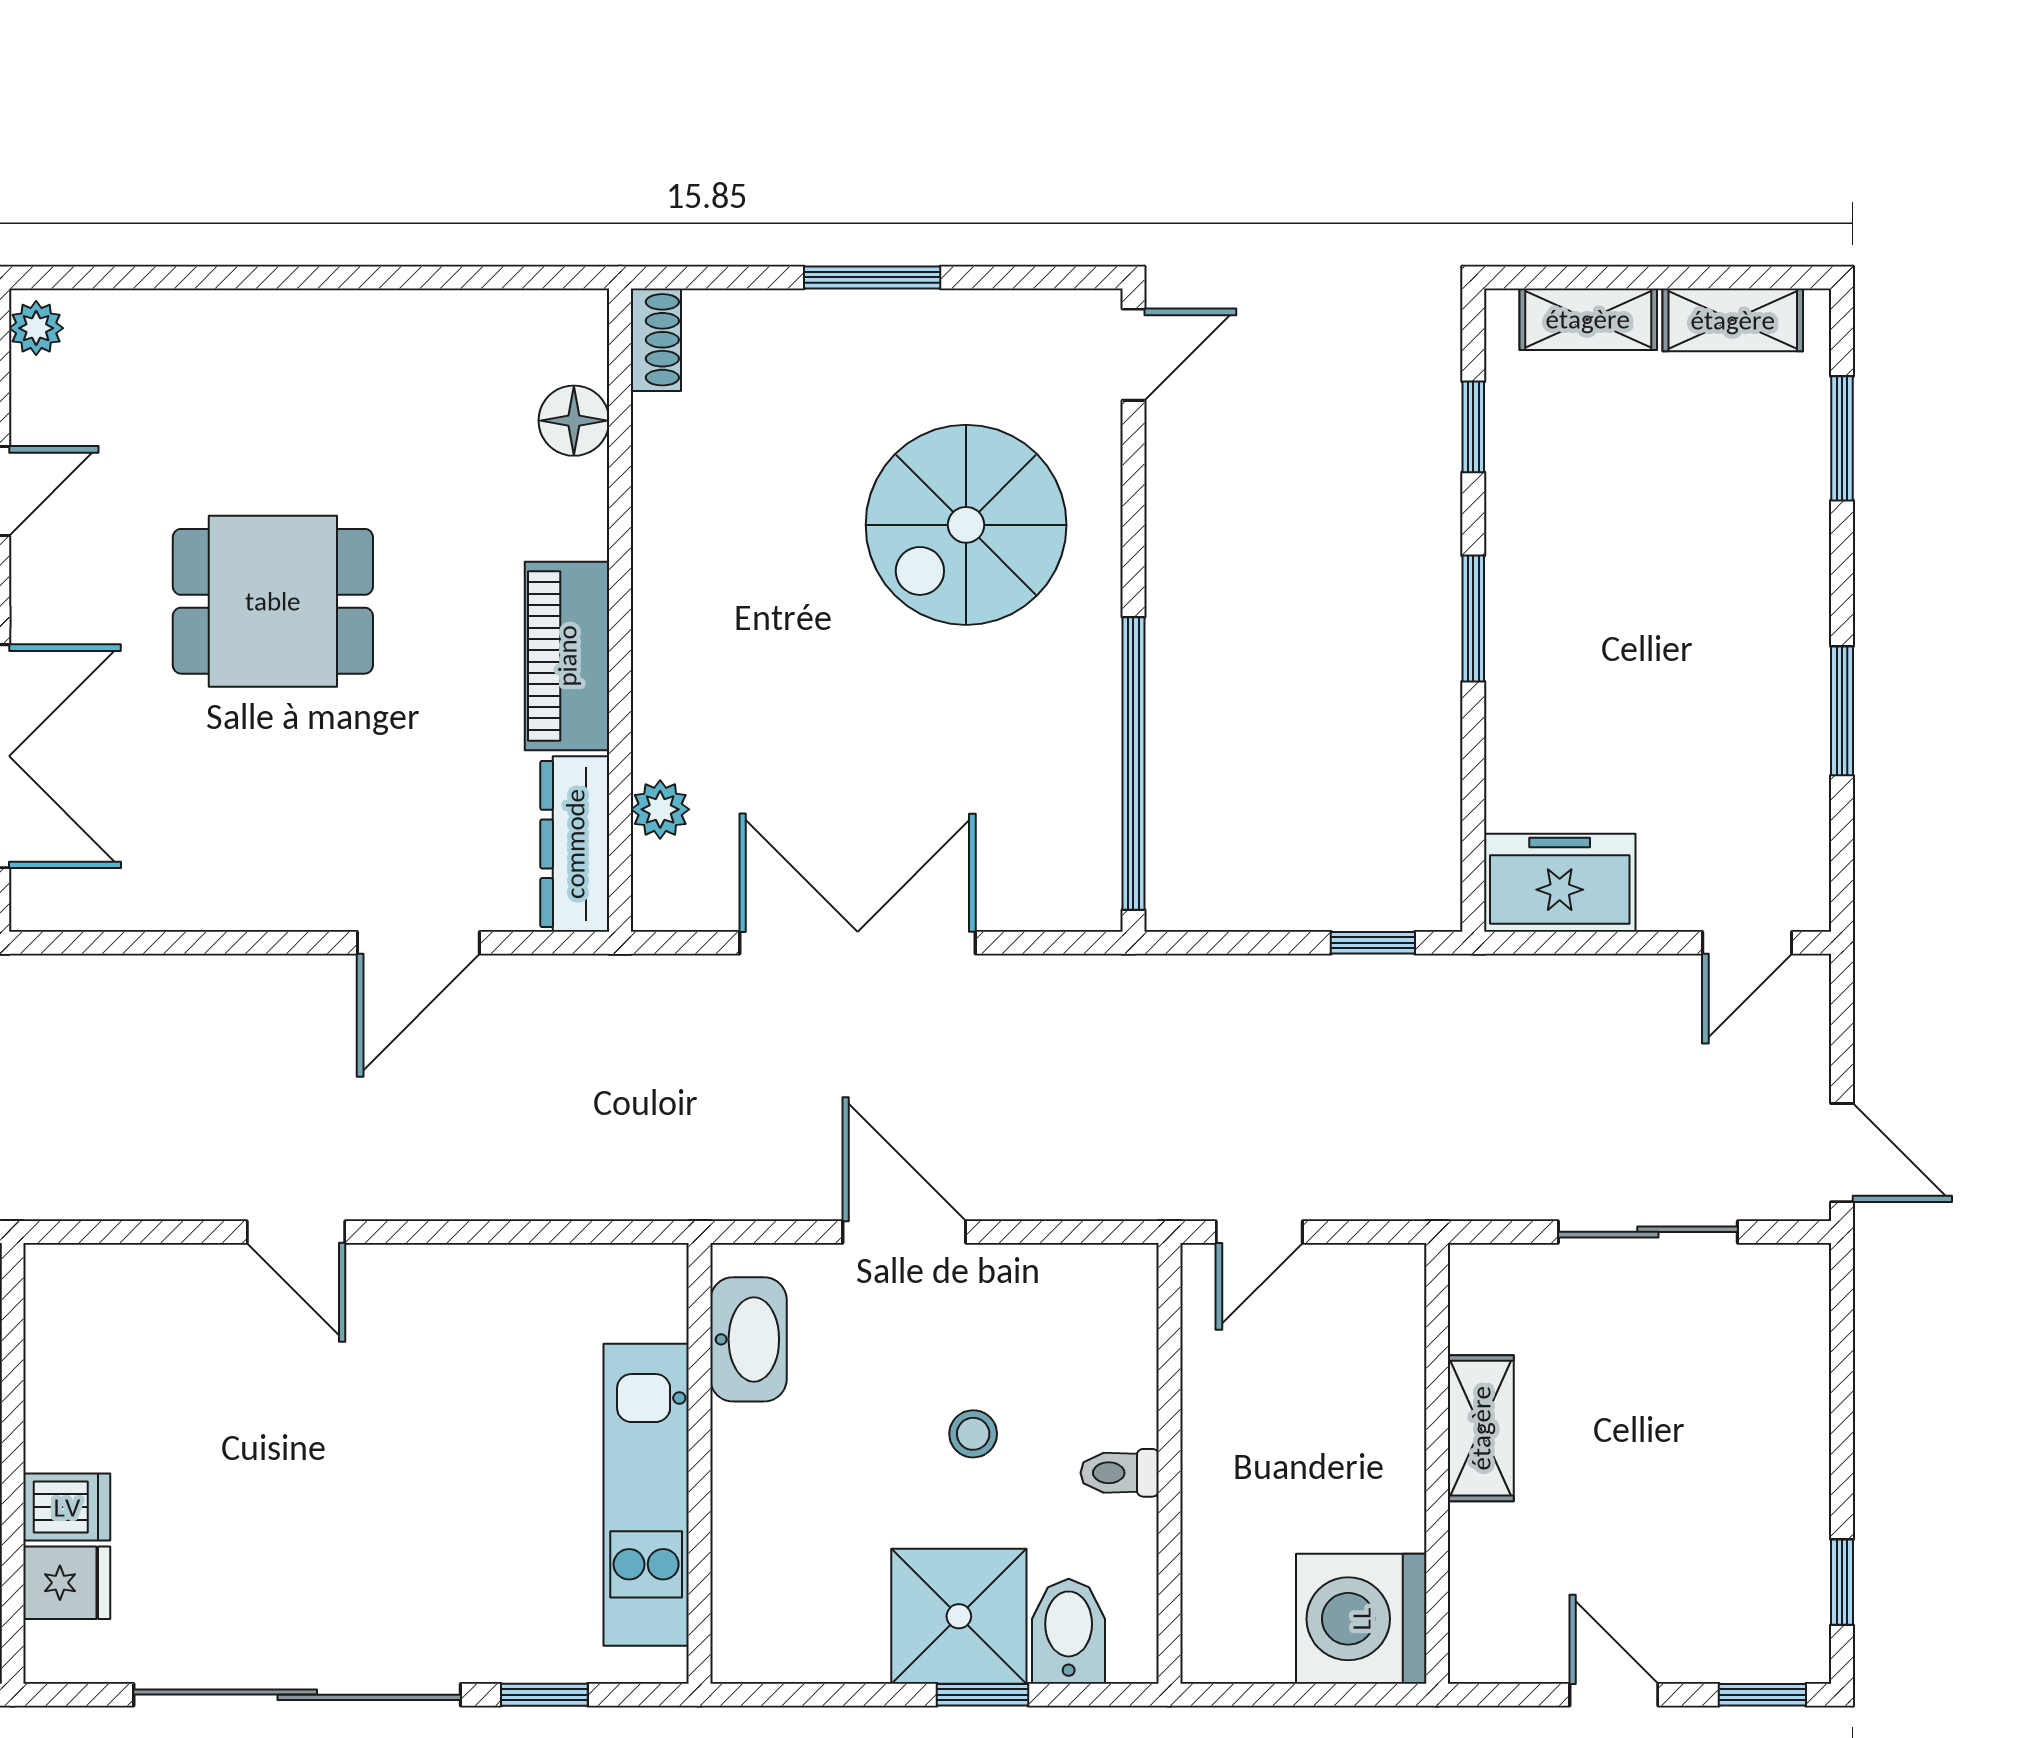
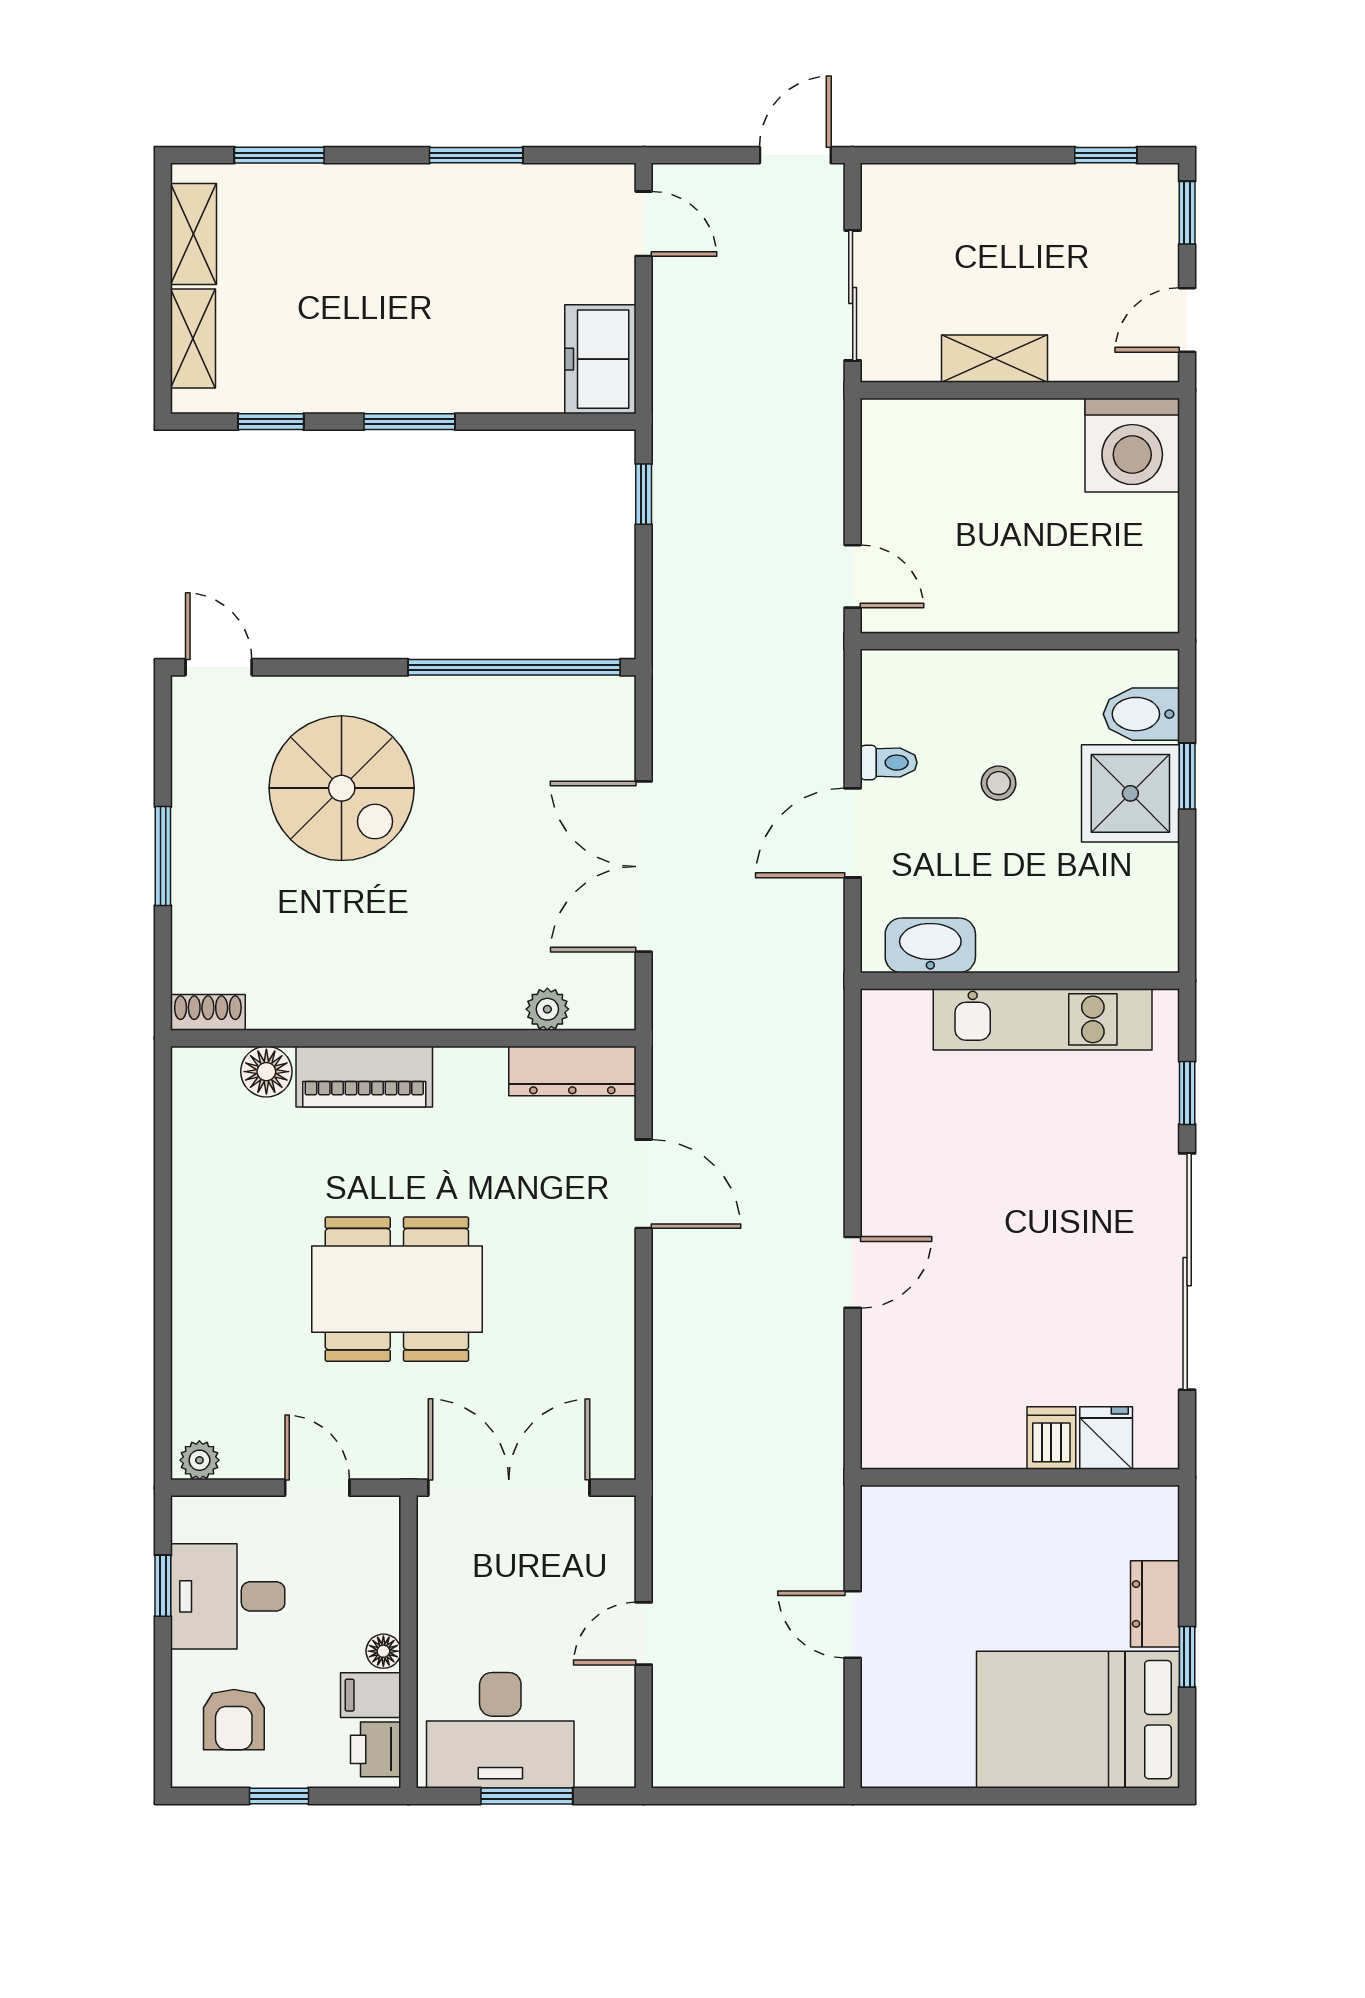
dining table: (273, 601) -> (397, 1289), width x1.37
piano: (567, 656) -> (364, 1077), moved
shelving: (1481, 1428) -> (994, 359), moved
wall: (1437, 1463) -> (1020, 390), moved
toilet: (1120, 1473) -> (889, 763), moved, turned -90
washing machine: (1361, 1619) -> (1132, 445), moved

